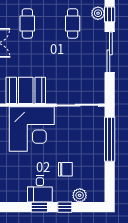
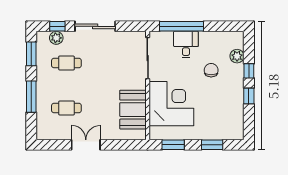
desk: (40, 189) -> (186, 44), moved, turned -90

